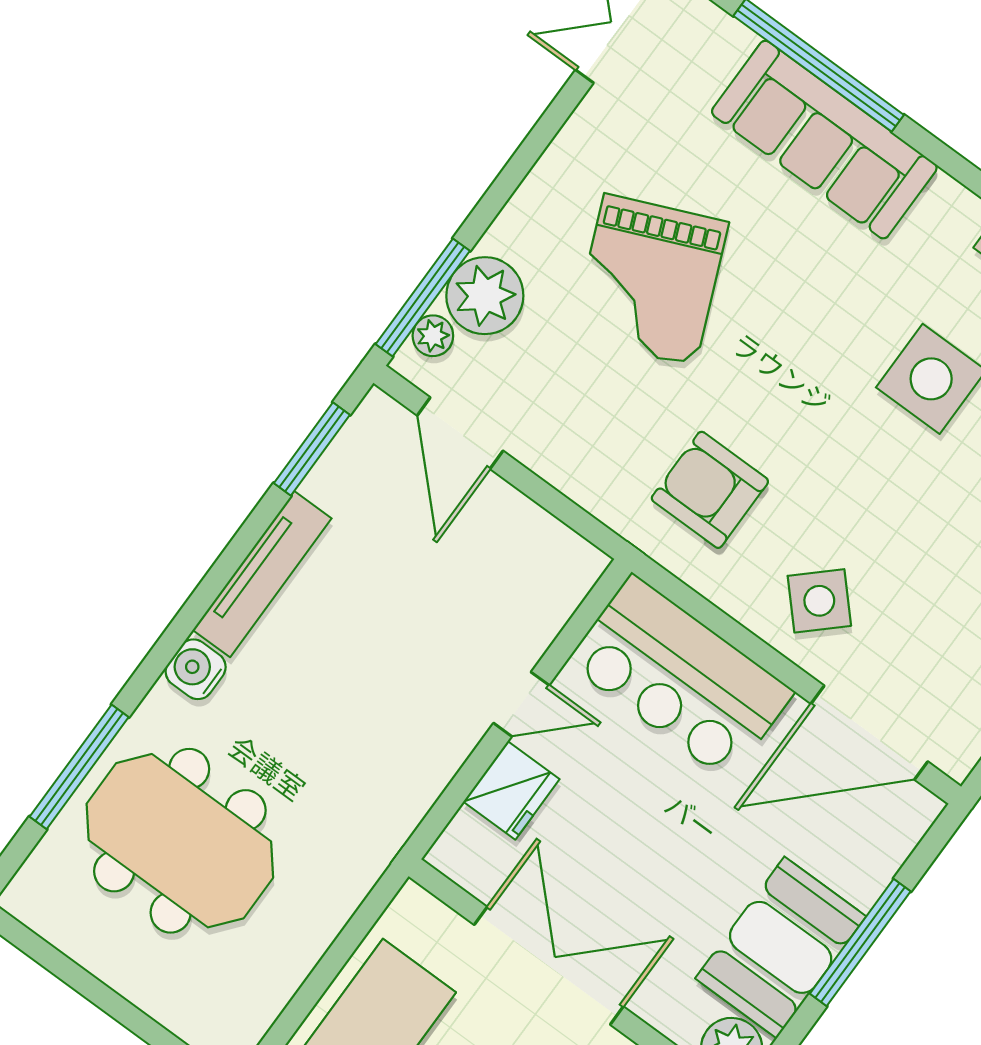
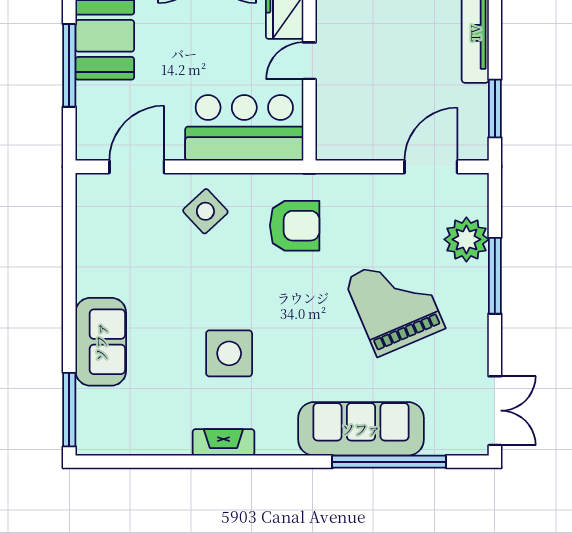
window: (423, 298) -> (495, 276), moved
plant: (433, 336) -> (477, 203), removed
door: (460, 433) -> (431, 167), hinge flipped
door: (869, 733) -> (137, 167), width x0.73

